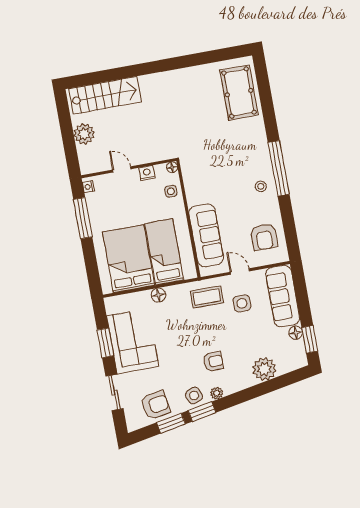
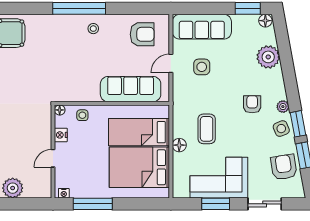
coffee table: (207, 297) -> (207, 129), moved
floor lamp: (296, 333) -> (265, 21), moved

